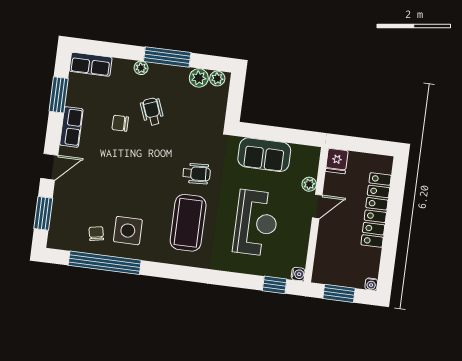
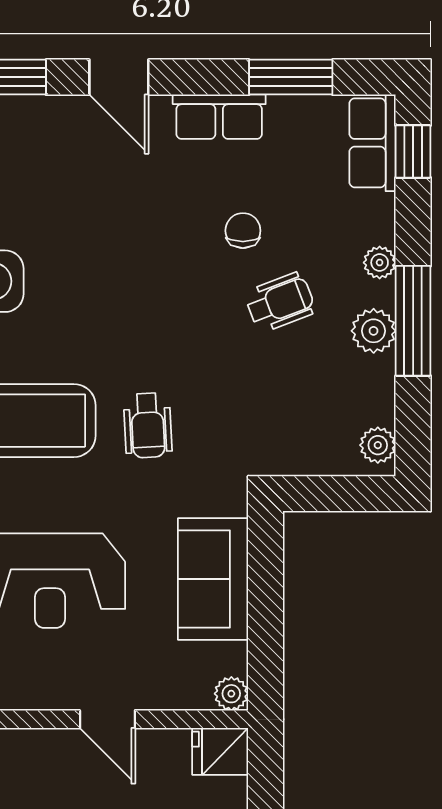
window: (96, 48) -> (413, 152), added
plant: (199, 78) -> (374, 331), moved
plant: (309, 184) -> (231, 694), moved

